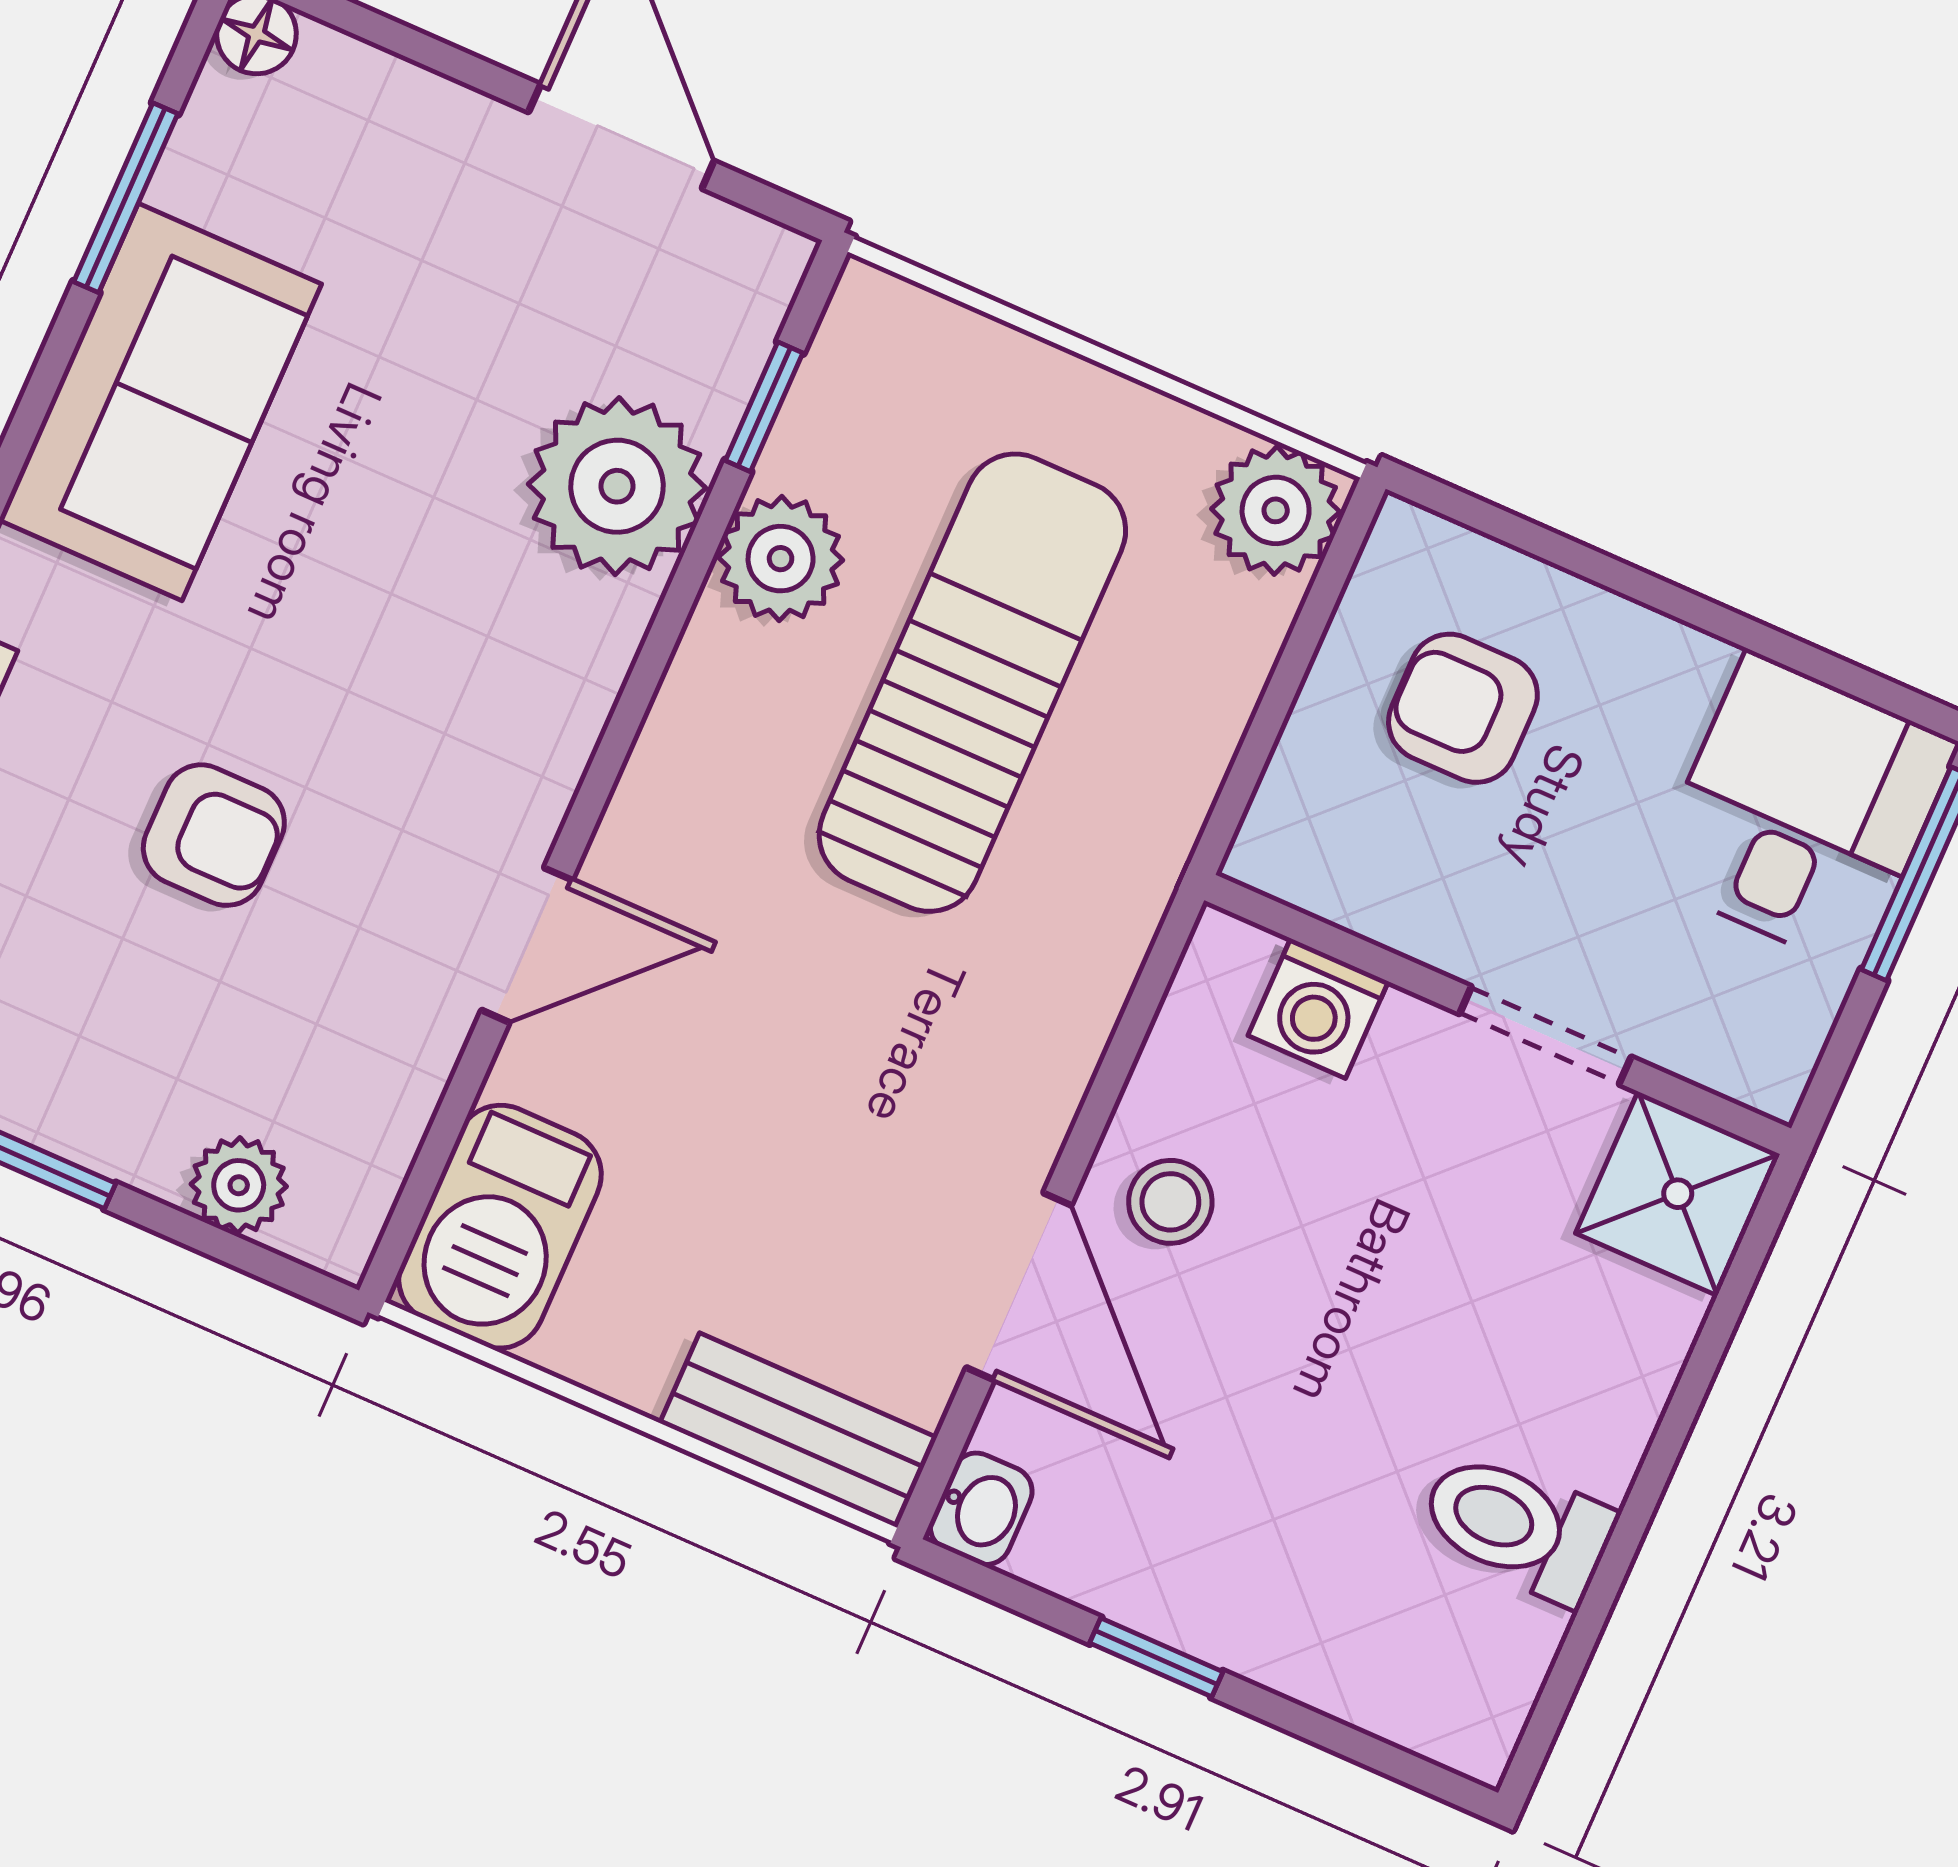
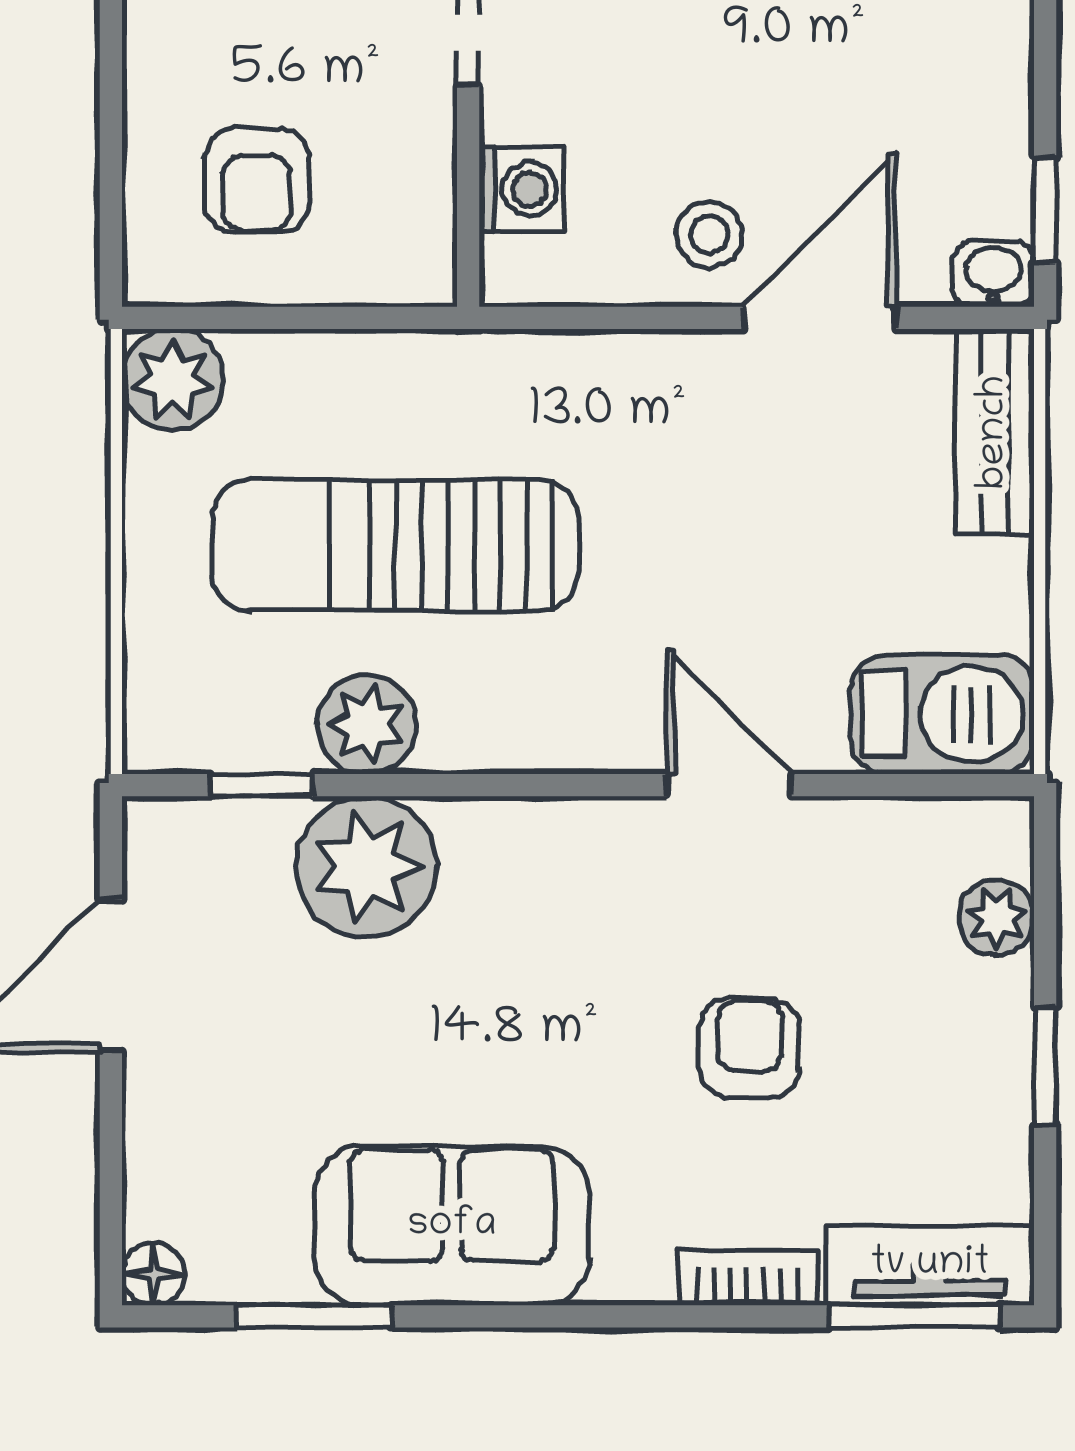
window: (1156, 1657) -> (1045, 210), moved

